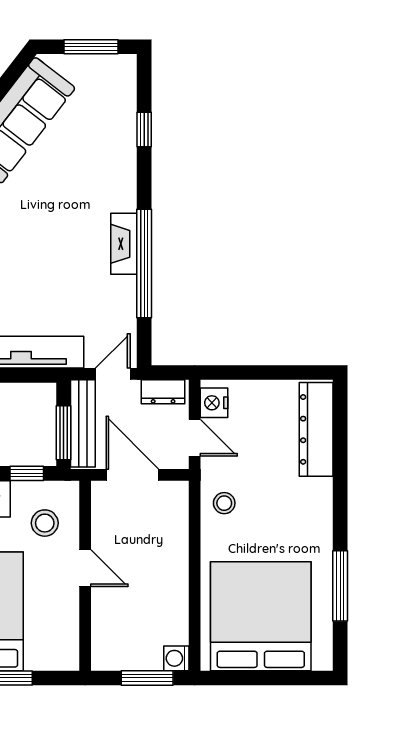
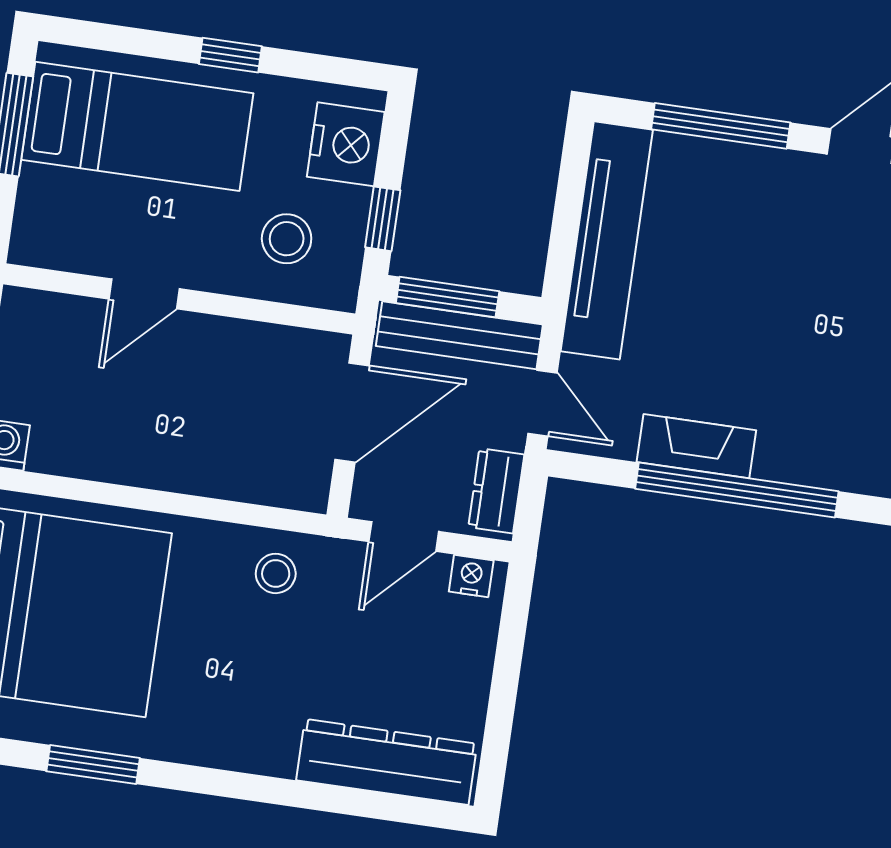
fireplace: (124, 244) -> (696, 446), moved
nightstand: (214, 403) -> (471, 576), width x0.72, depth x0.74
door: (85, 568) -> (144, 294), moved
window: (340, 586) -> (93, 765), width x0.69

